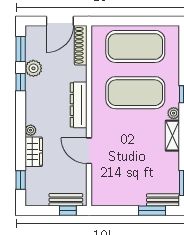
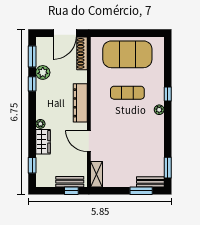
exercise mat: (135, 93) -> (127, 93), width x0.50, depth x0.69
shelving: (172, 136) -> (97, 174), moved

